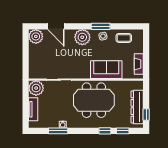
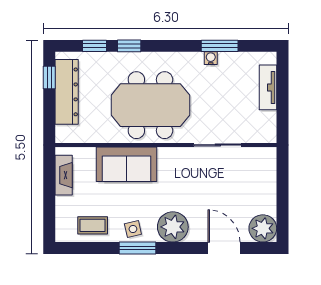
plant: (36, 88) -> (262, 129), removed

